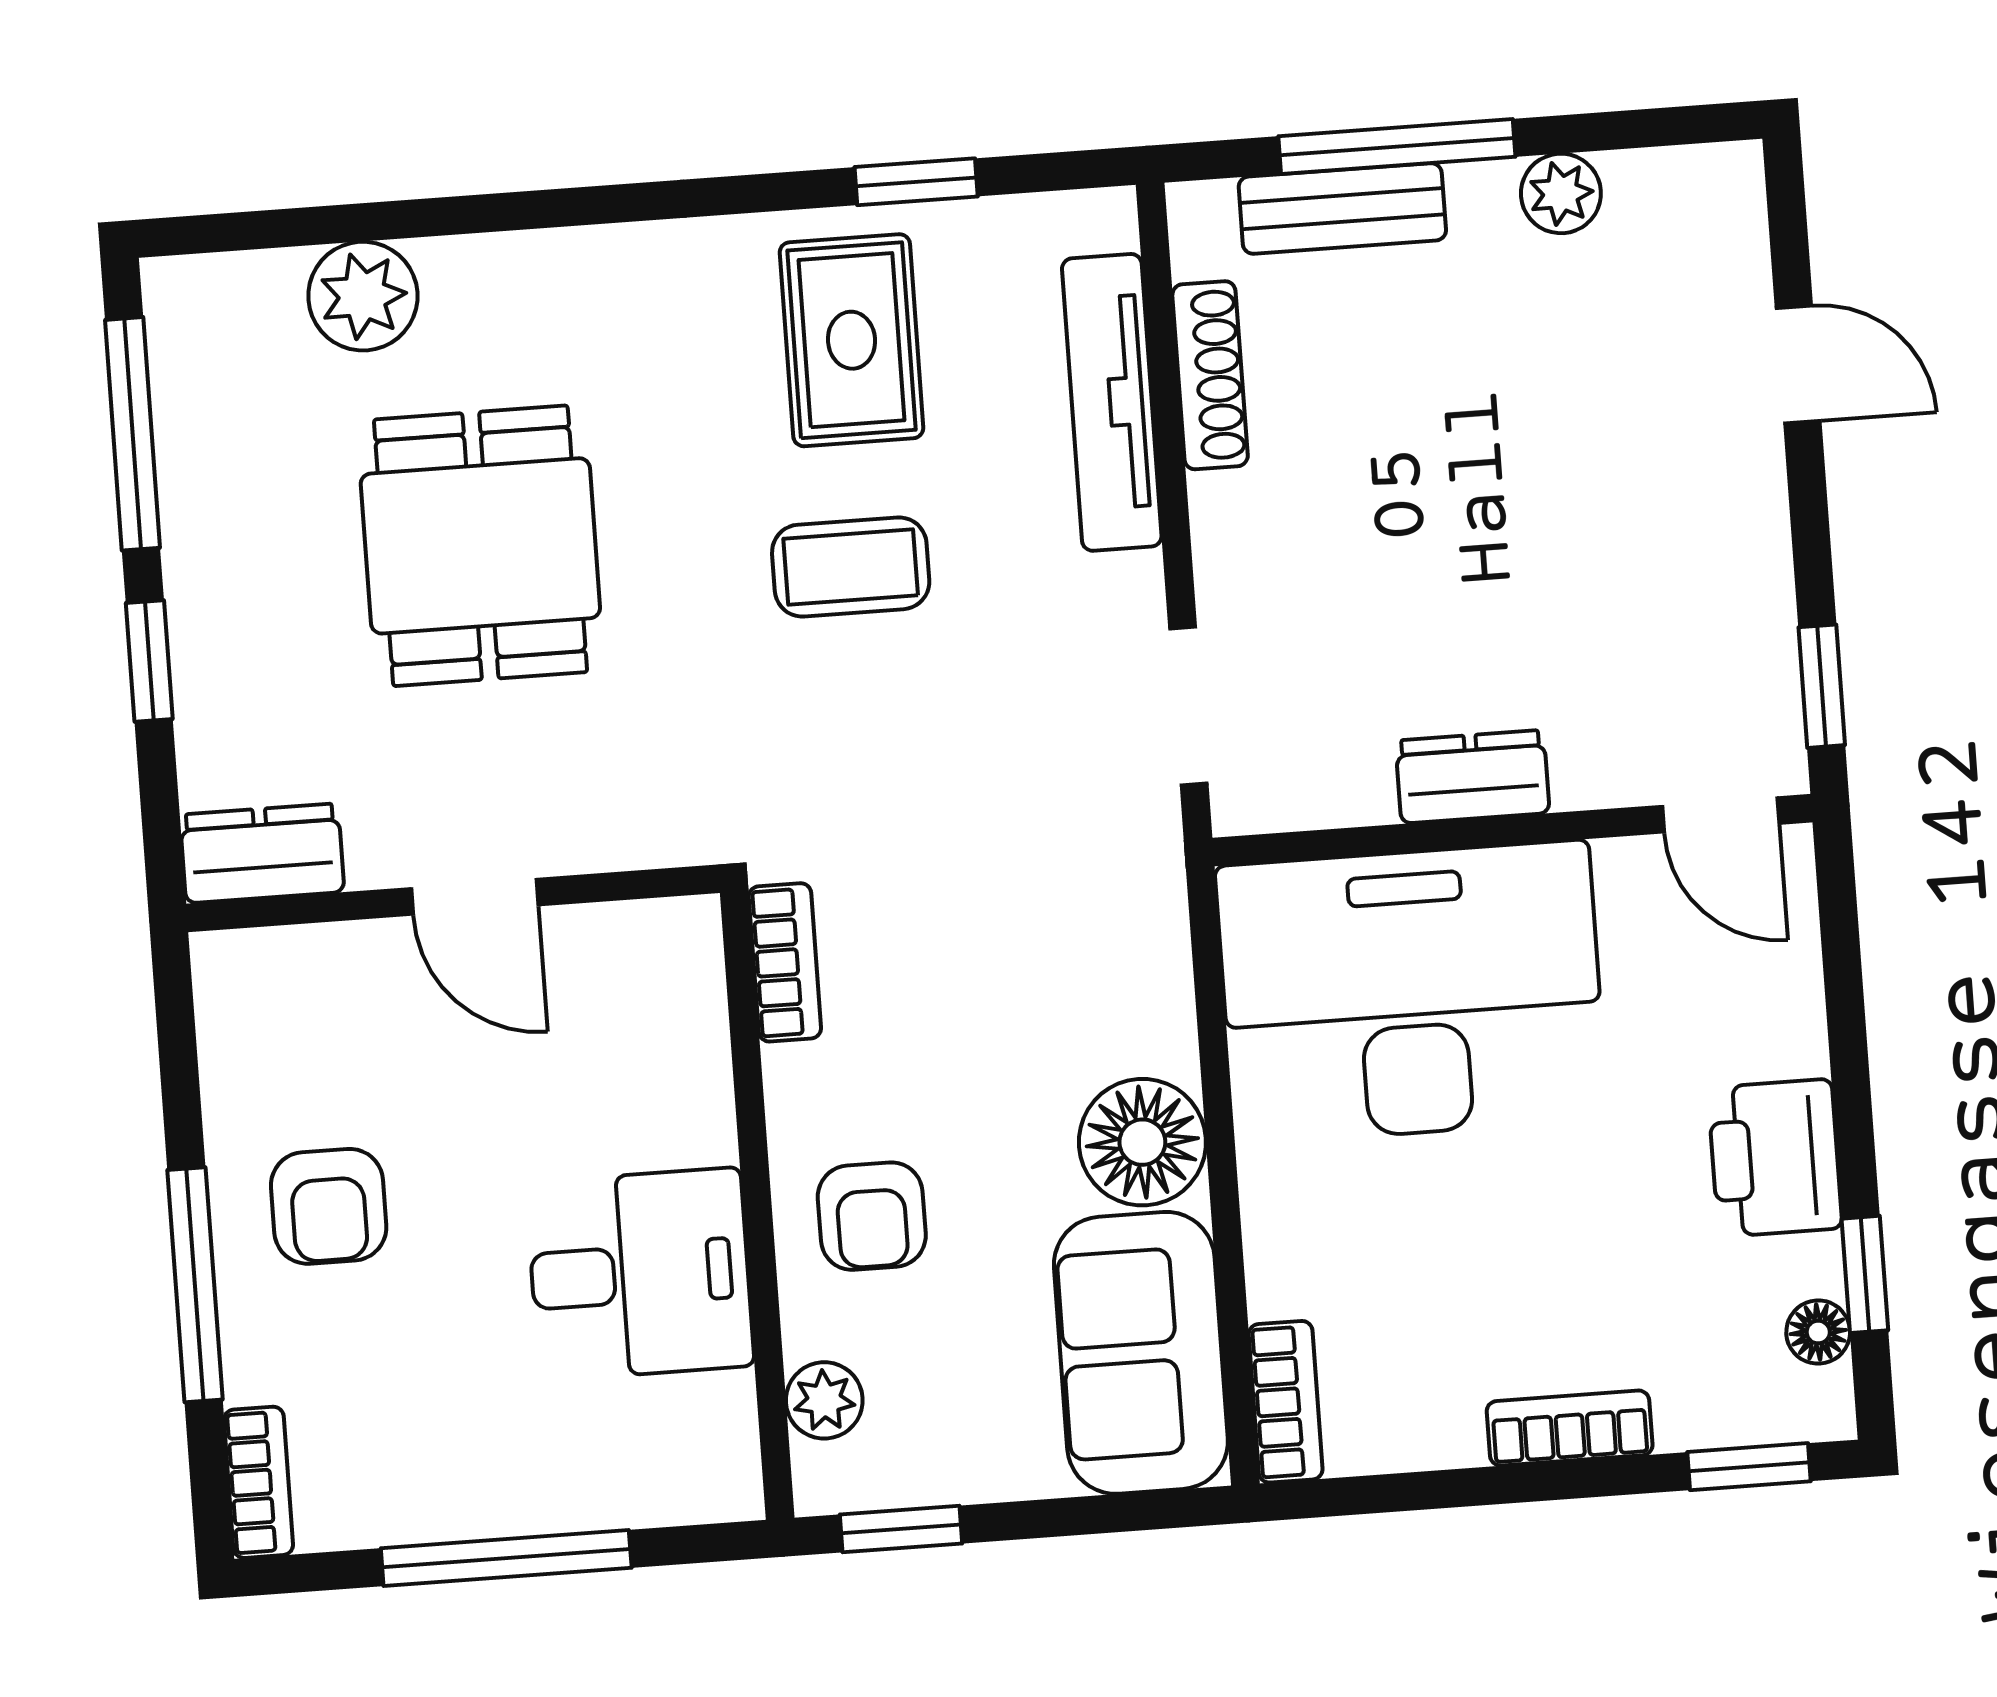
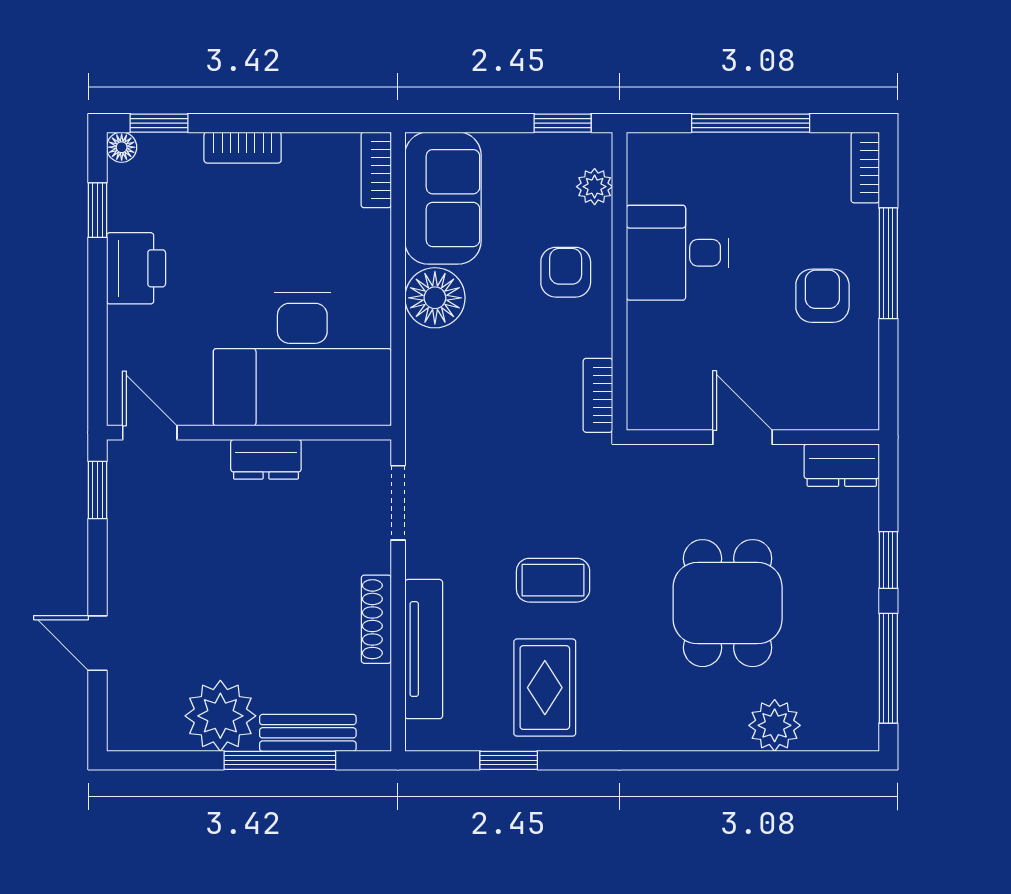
plant: (1561, 193) -> (220, 716), width x1.87, depth x1.87
shoe rack: (1210, 375) -> (376, 619), moved
floor lamp: (1818, 1332) -> (122, 147), moved

